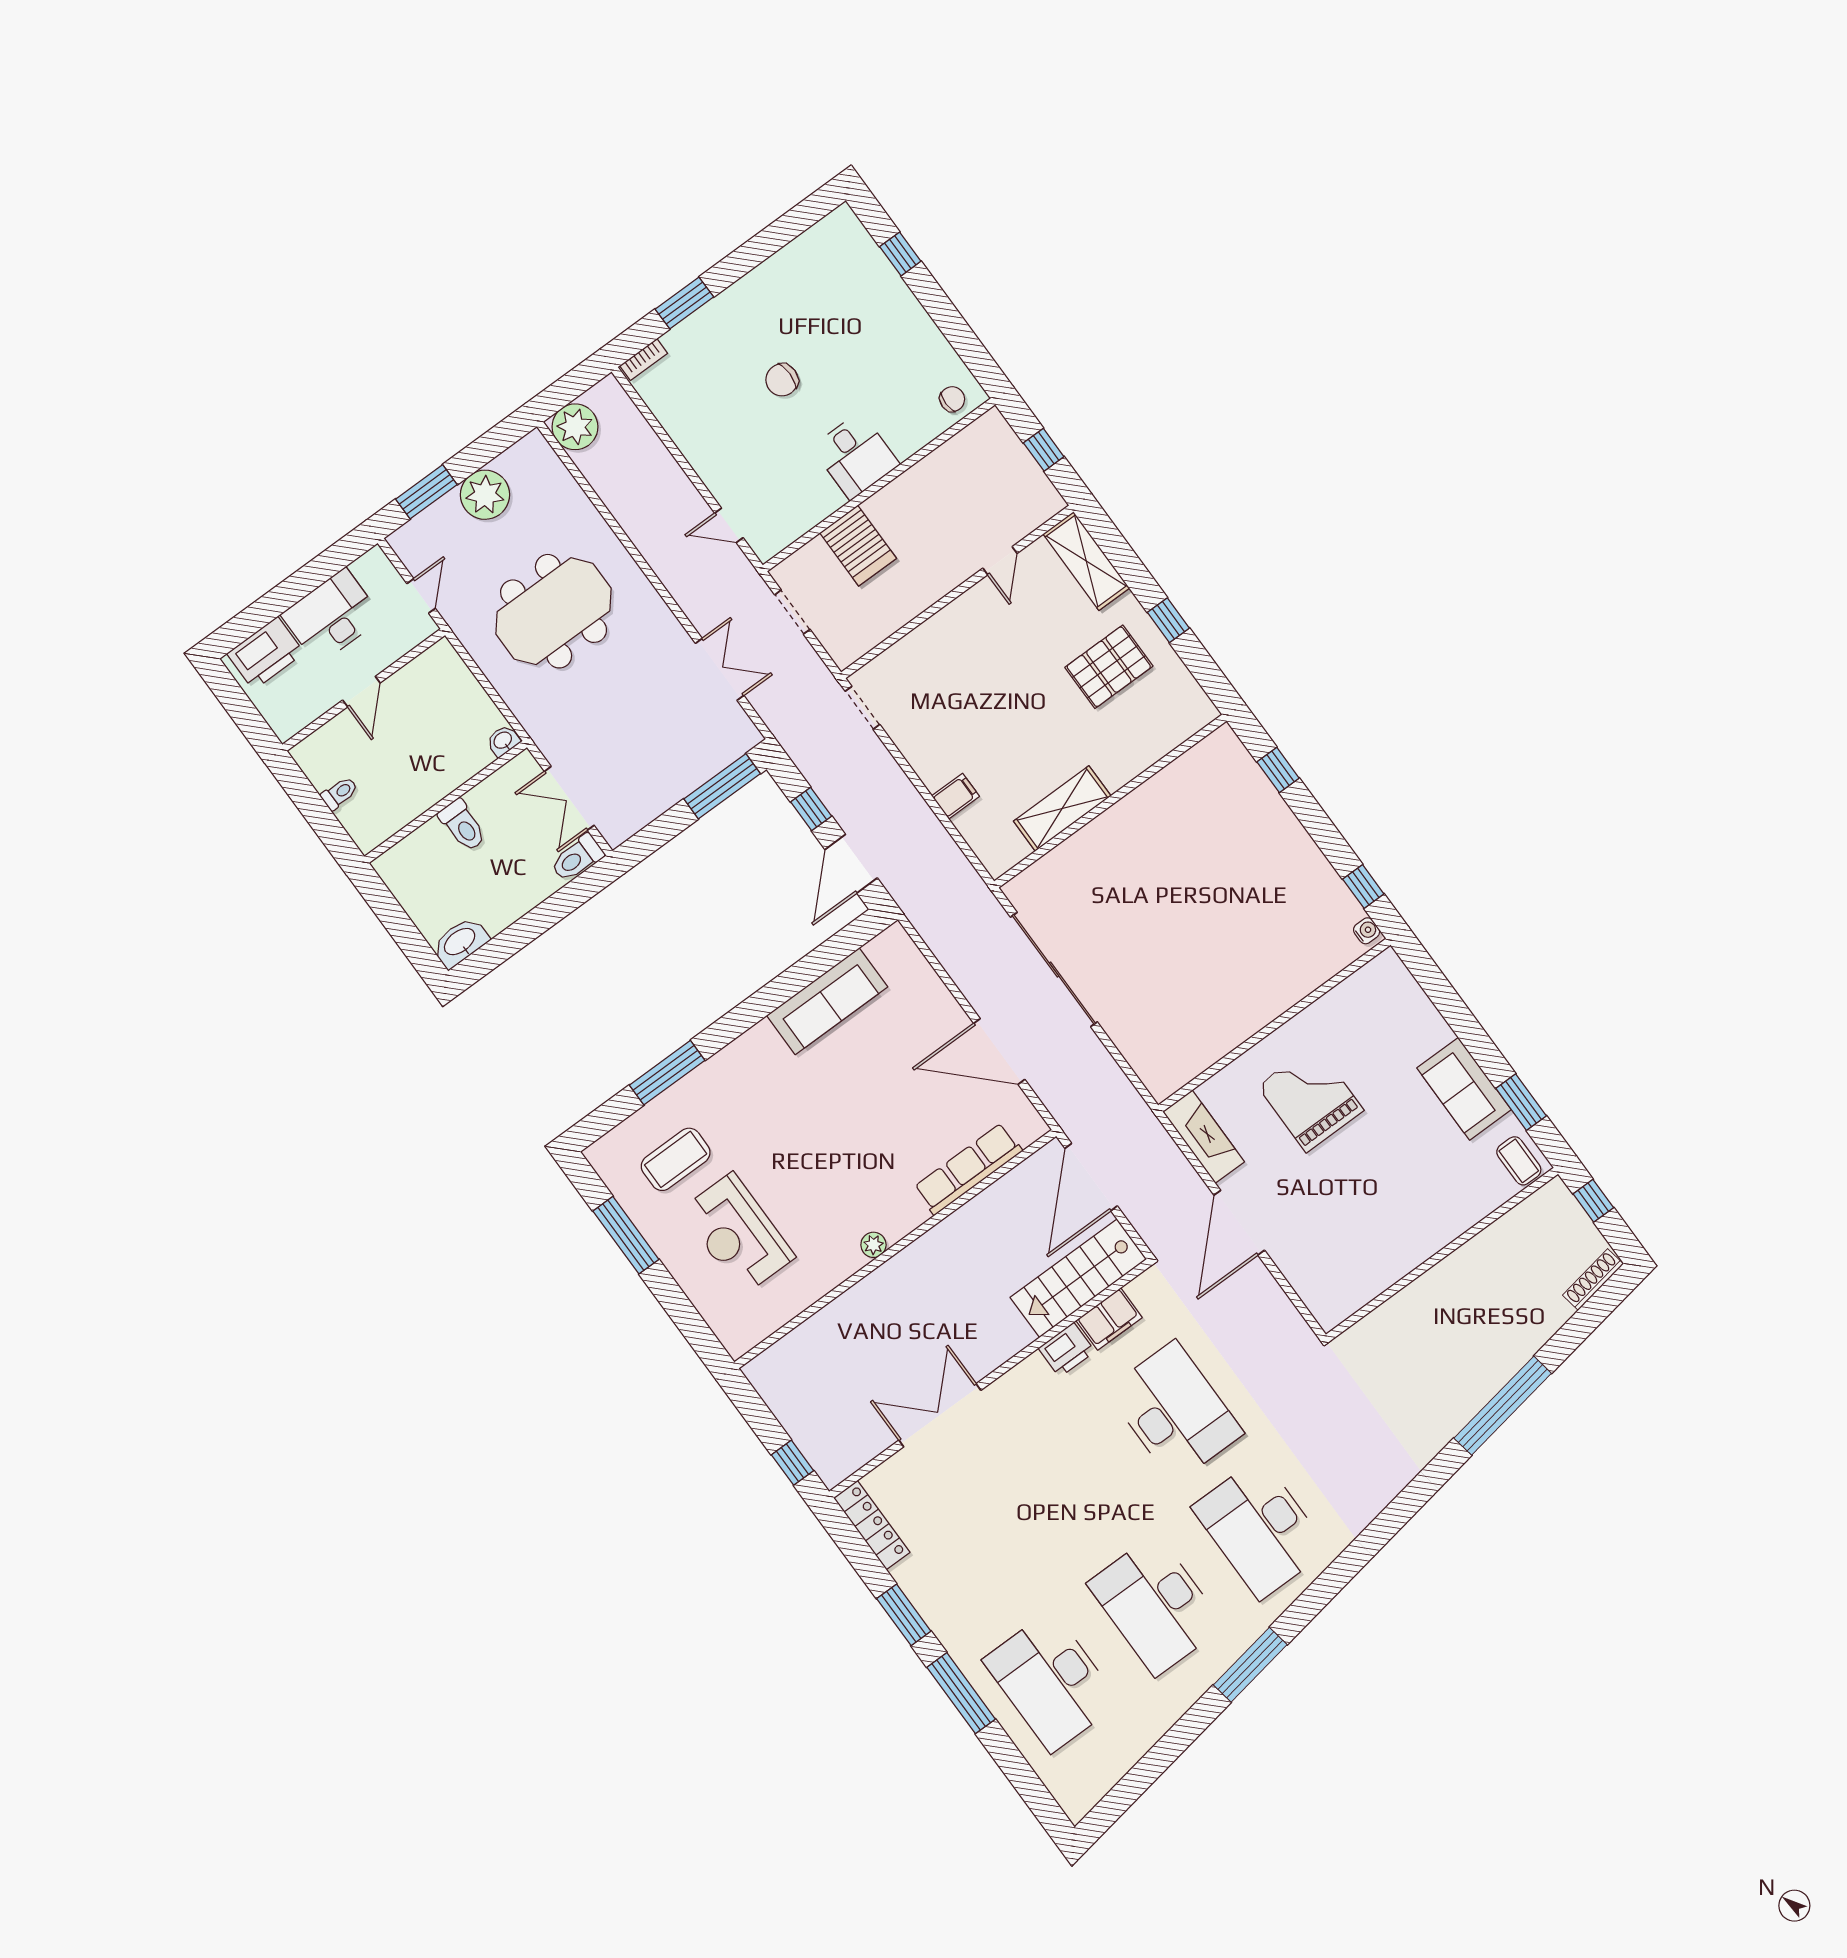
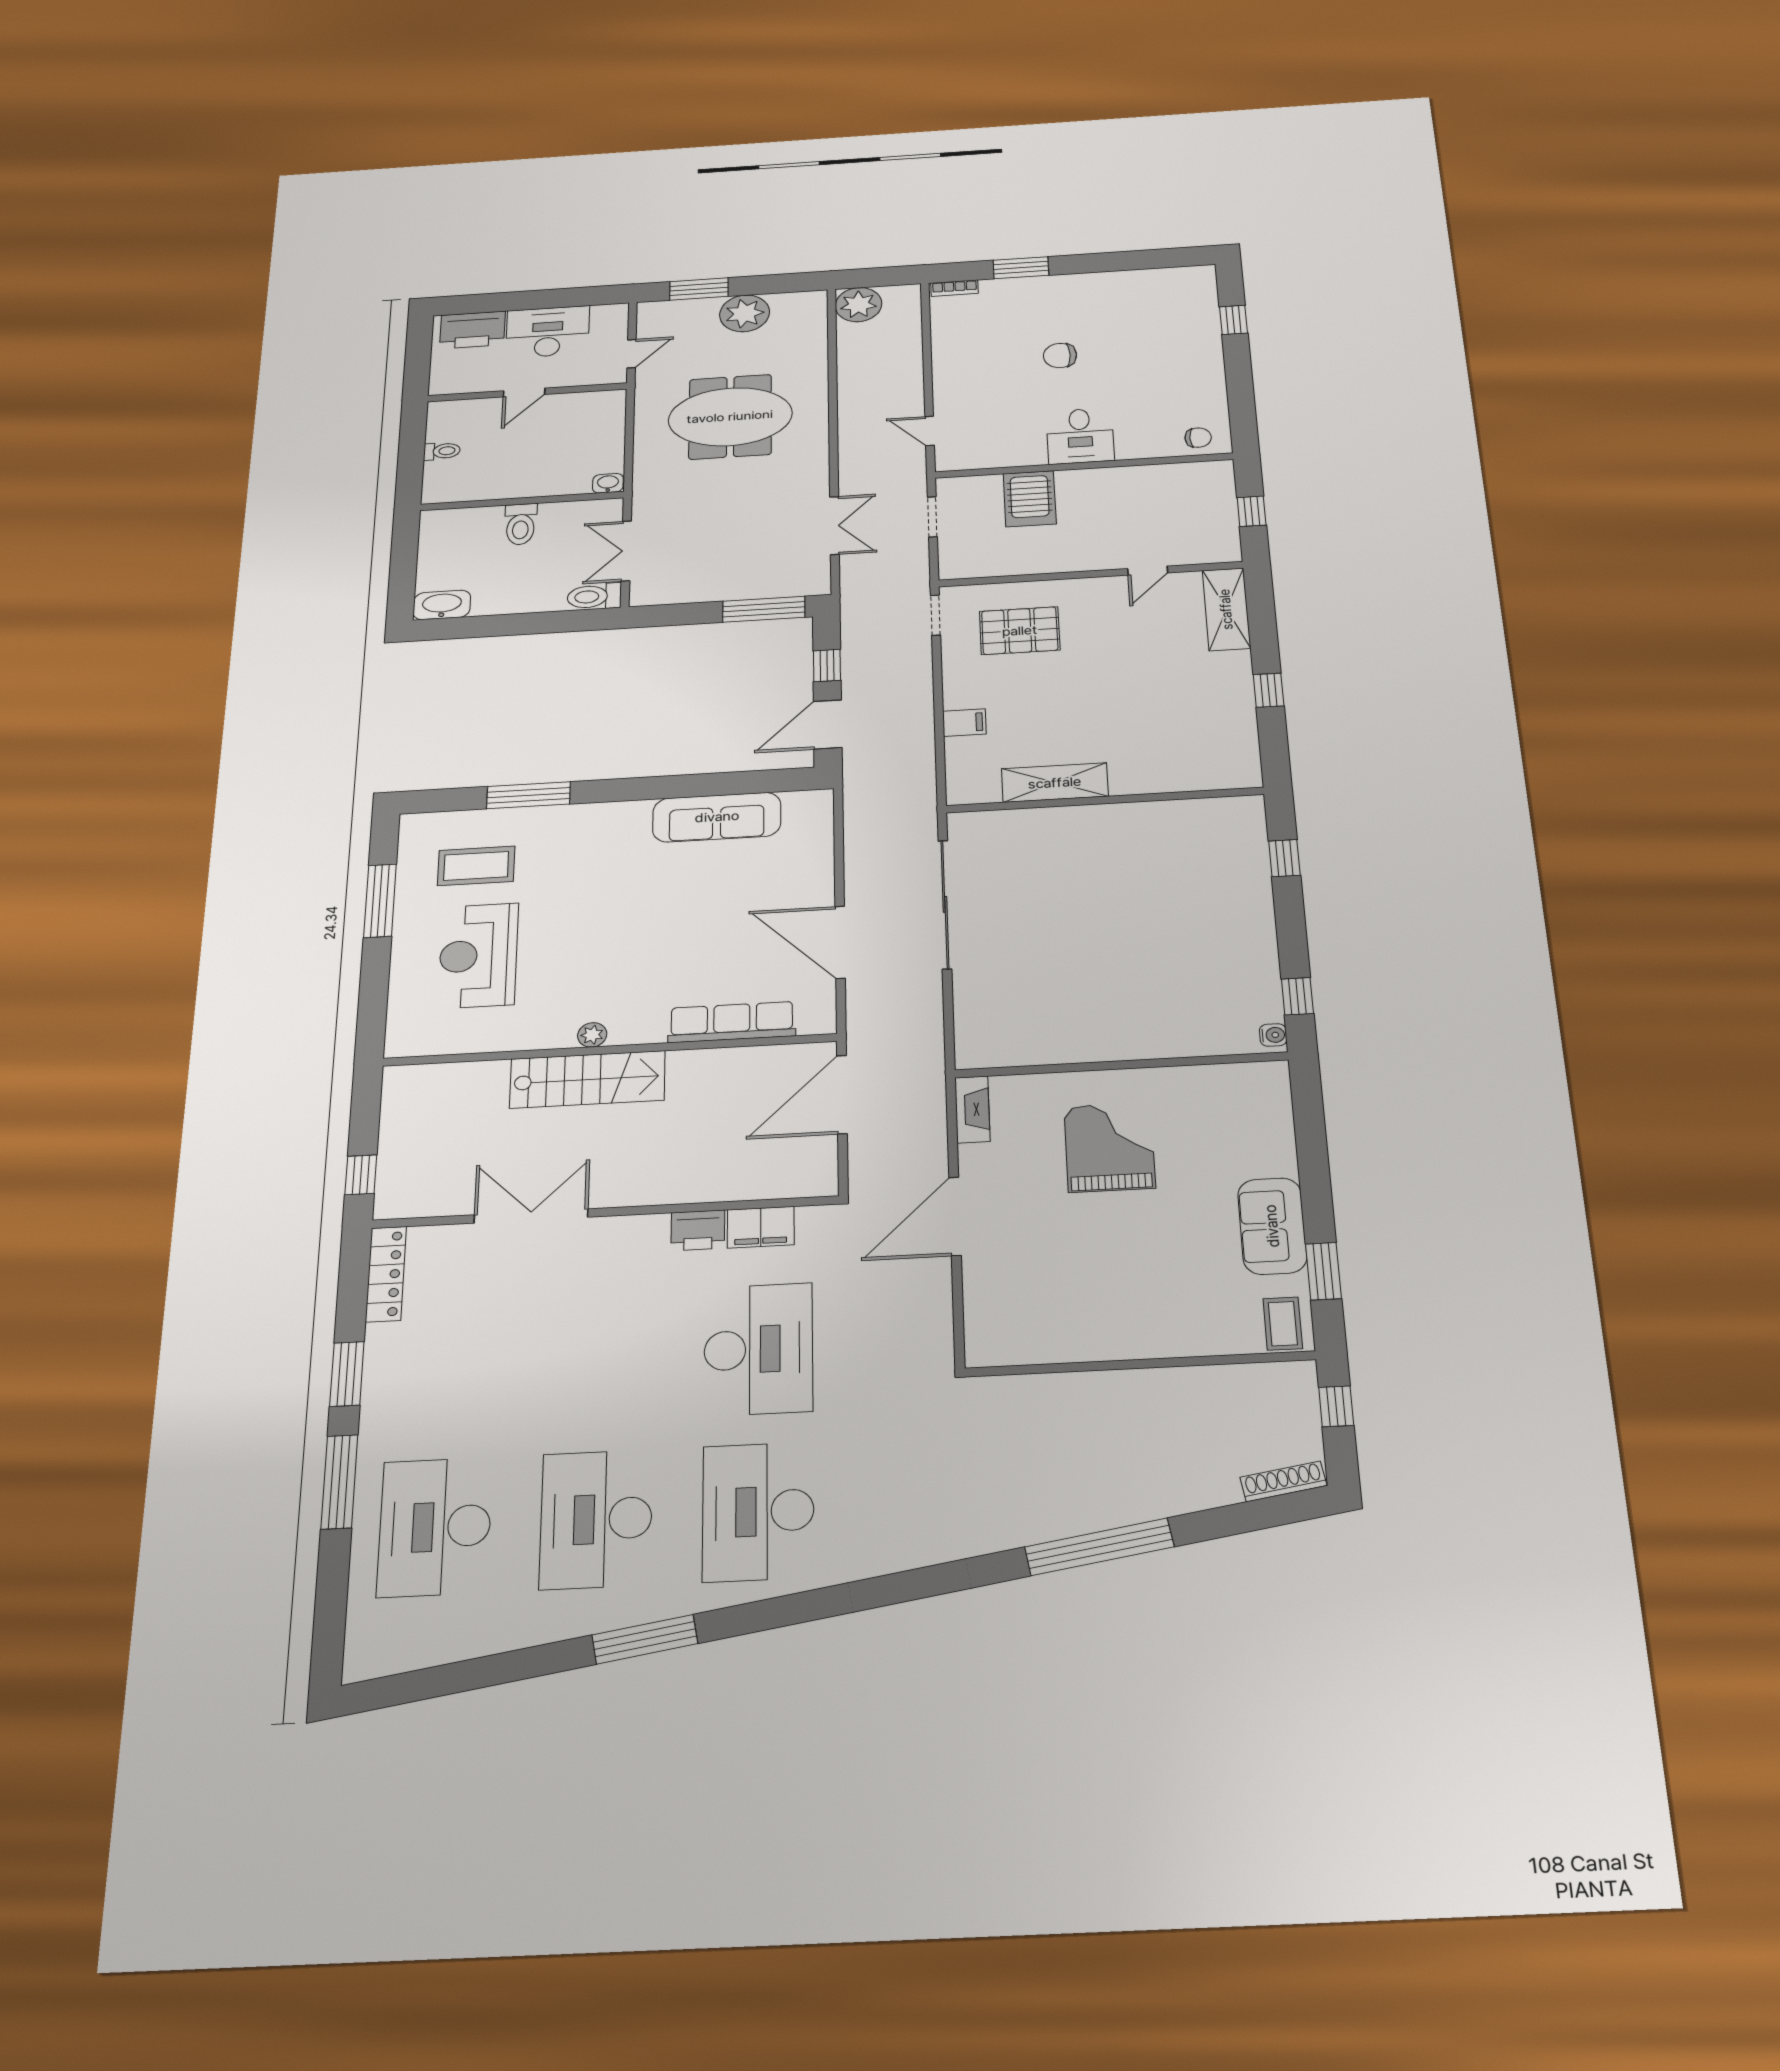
pallet: (1109, 667) -> (1020, 631), moved
fireplace: (1204, 1137) -> (972, 1109), width x0.73, depth x0.76
stairs: (1078, 1278) -> (587, 1079), moved, turned 180

